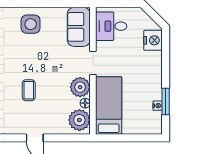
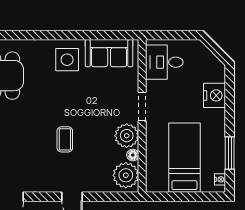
sofa: (79, 27) -> (109, 53), moved, turned -90
nightstand: (153, 40) -> (215, 95), moved
bed: (109, 105) -> (184, 158), moved
nightstand: (158, 106) -> (220, 179), moved

